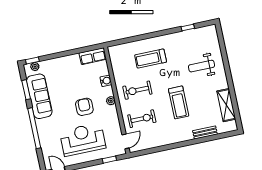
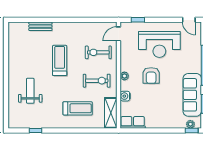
weight bench: (201, 66) -> (30, 91), turned -90
shelving: (226, 105) -> (111, 113), moved

